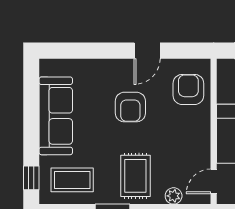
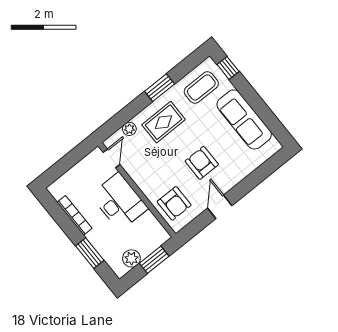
rug: (135, 176) -> (164, 122), turned 90

